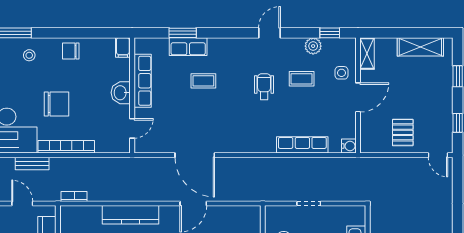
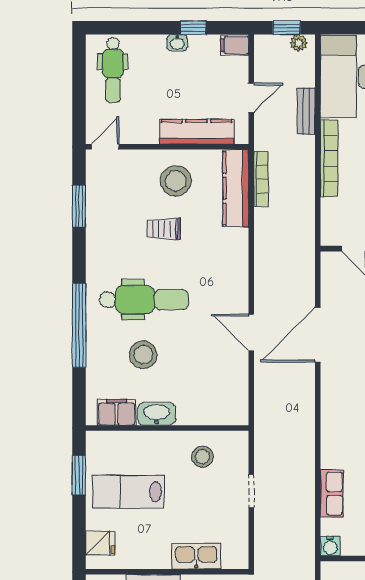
row of seats: (302, 145) -> (332, 494), width x0.68
bookcase: (74, 196) -> (261, 179), width x1.56
kitchen counter: (131, 215) -> (236, 188), moved

